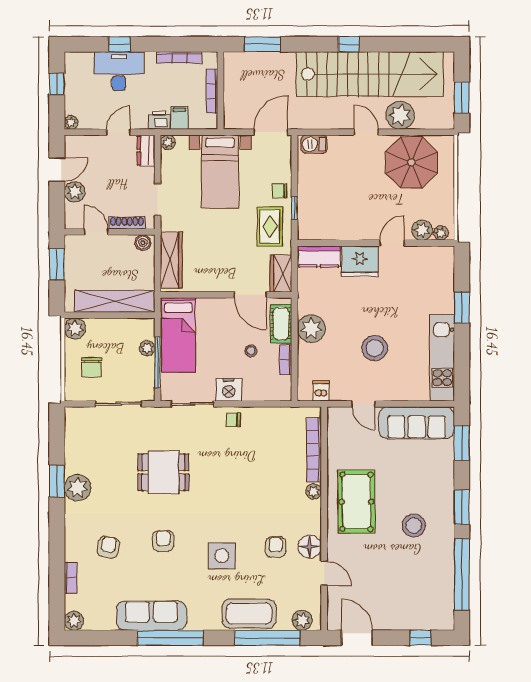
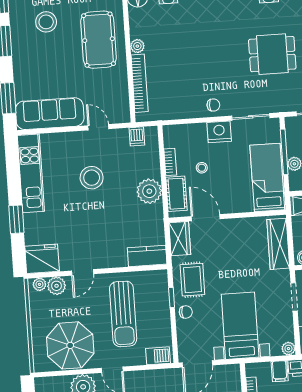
sun lounger: (350, 194) -> (123, 314), added
fridge: (360, 261) -> (42, 259), moved

